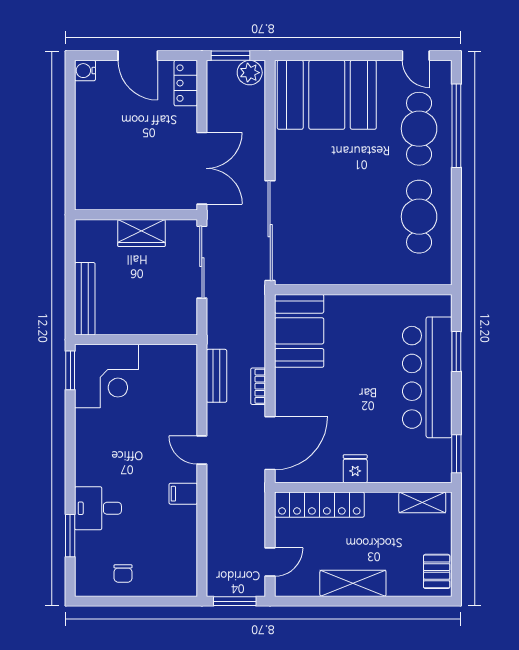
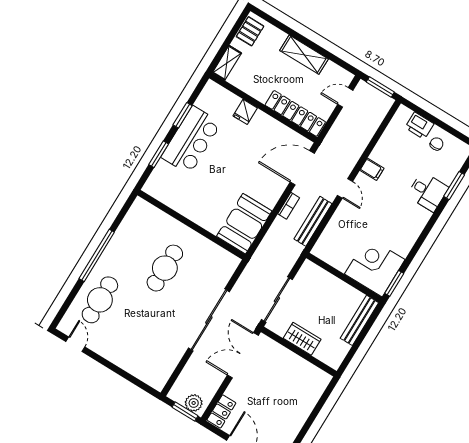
plant: (250, 73) -> (194, 403), moved
booth: (327, 95) -> (142, 353), removed
window: (456, 126) -> (97, 255), moved
cafe table: (419, 217) -> (165, 268), moved
sliding door: (270, 231) -> (209, 320), moved
bench: (217, 376) -> (313, 221), width x1.36
bar counter: (427, 377) -> (191, 140), width x0.73
window: (456, 454) -> (183, 115), moved
fridge: (355, 469) -> (245, 112), moved
shelving: (422, 502) -> (227, 63), moved, turned 90
printer: (158, 583) -> (419, 126), added

